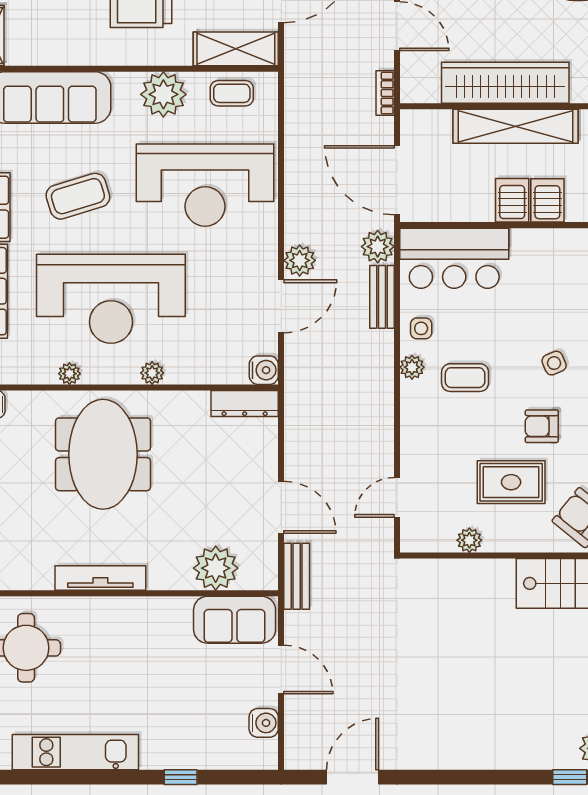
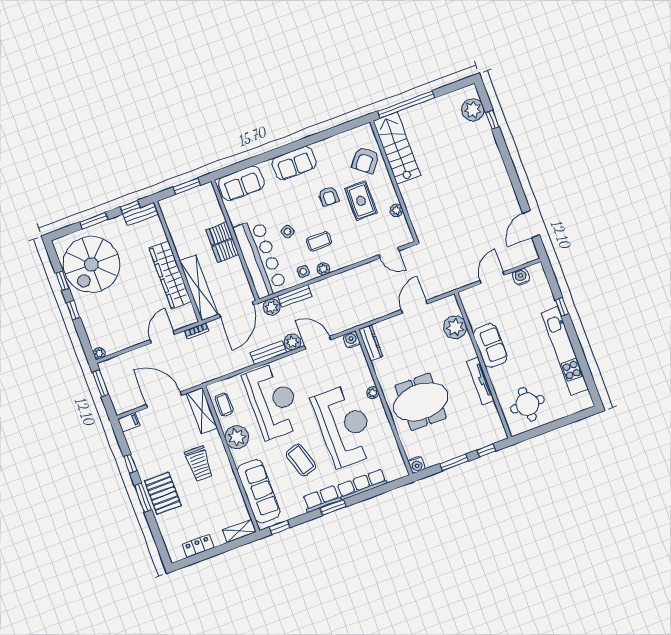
shelving: (515, 126) -> (199, 288), moved
bar counter: (454, 258) -> (260, 259), width x1.36
side table: (554, 363) -> (287, 232), moved
plant: (69, 374) -> (388, 432), removed
coffee table: (465, 378) -> (319, 242), turned 90
bench: (297, 576) -> (268, 353), moved
sofa: (235, 620) -> (490, 346), moved
kitchen unit: (75, 752) -> (565, 351), width x1.36
door: (353, 777) -> (531, 224), hinge flipped

